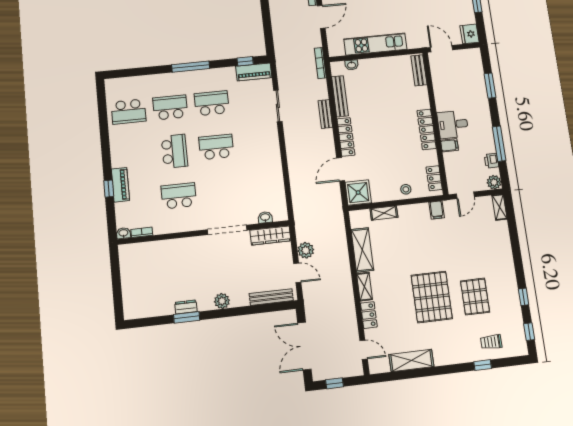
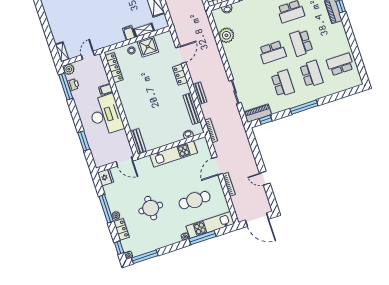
school desk: (212, 103) -> (283, 83), turned -90
school desk: (170, 107) -> (311, 74), turned -90
desk: (453, 124) -> (106, 115), width x1.87, depth x1.30
locker: (427, 129) -> (124, 98), removed
locker: (346, 137) -> (180, 75), width x0.66
window: (499, 144) -> (66, 87), moved
locker: (434, 178) -> (114, 68), width x1.53
plant: (274, 182) -> (226, 35), added
shower: (358, 193) -> (148, 47), moved
filing cabinet: (437, 210) -> (129, 33), moved

